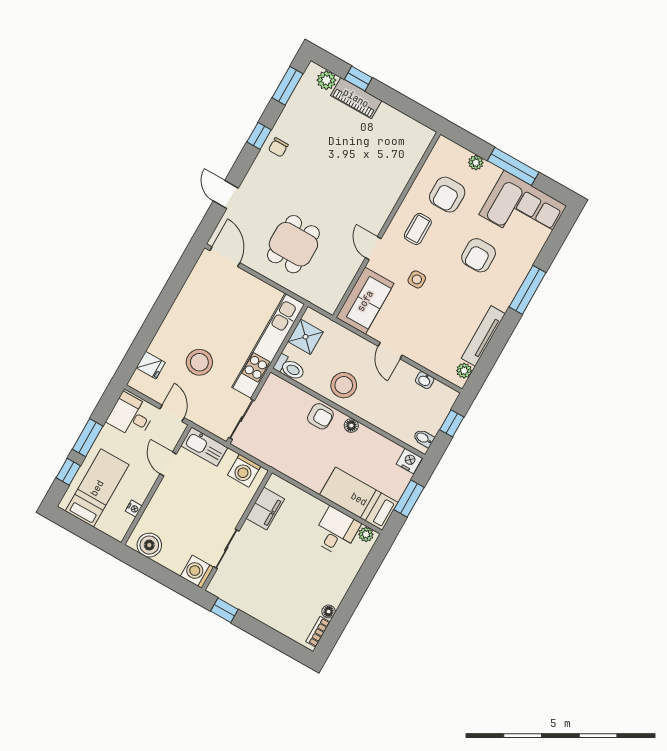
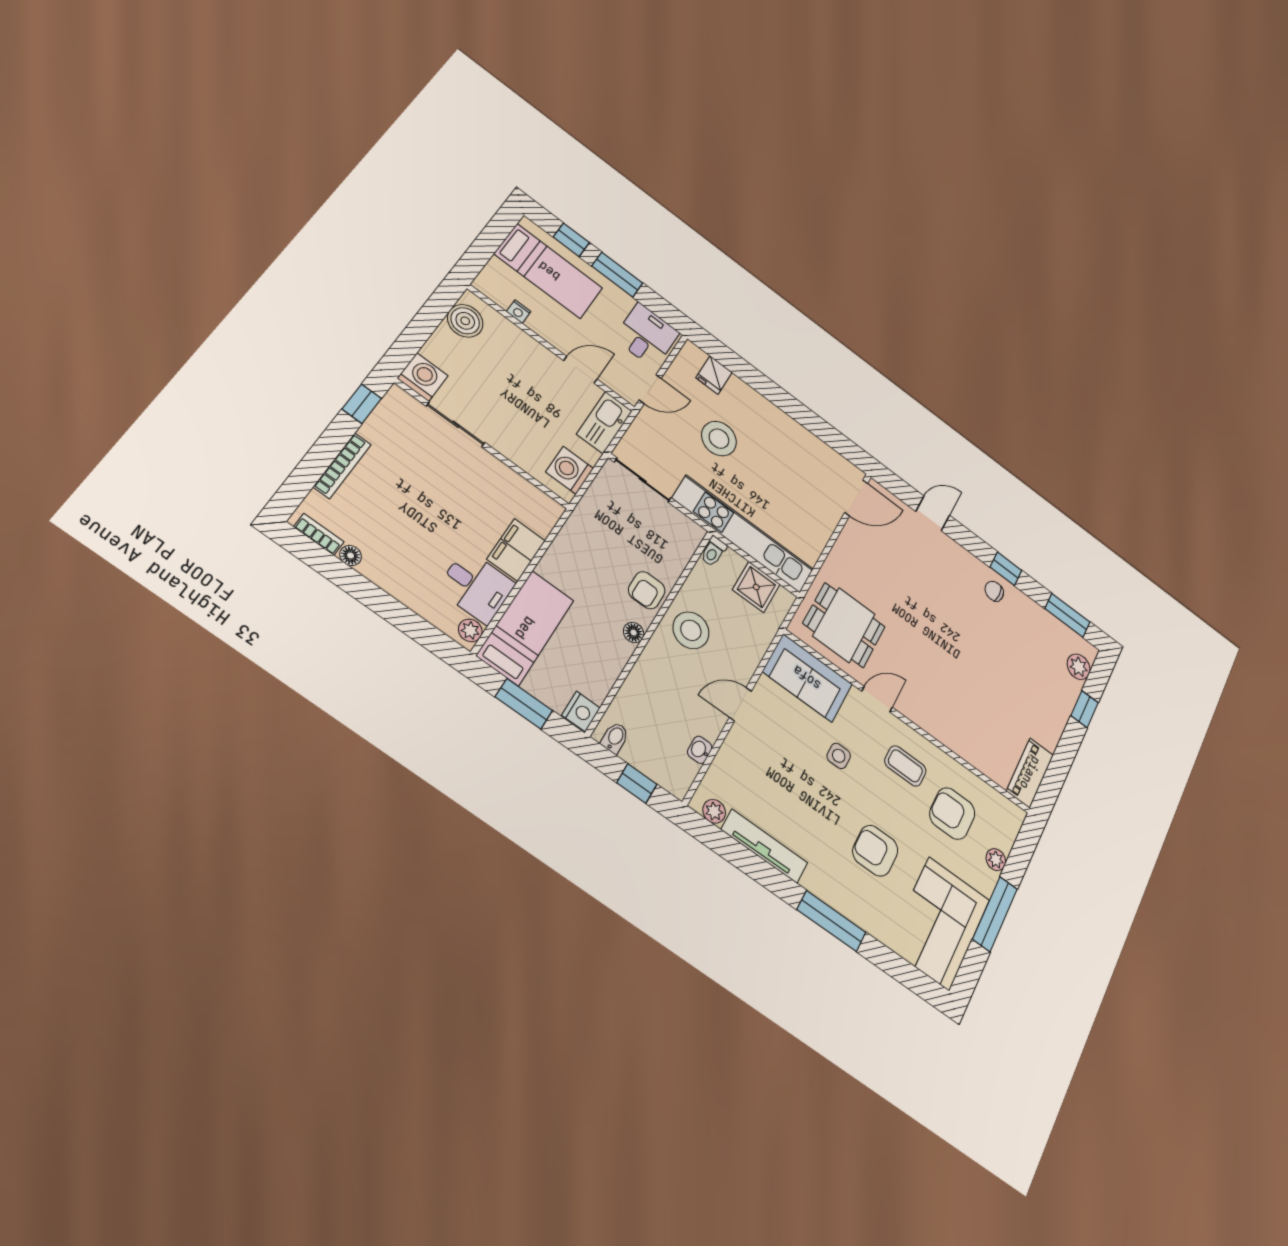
piano: (356, 98) -> (1030, 773), moved
dining table: (293, 244) -> (844, 625), moved
toilet: (289, 368) -> (713, 552), width x0.73, depth x0.72
filing cabinet: (265, 509) -> (516, 550), moved, turned 90
bookcase: (270, 620) -> (342, 466), added

